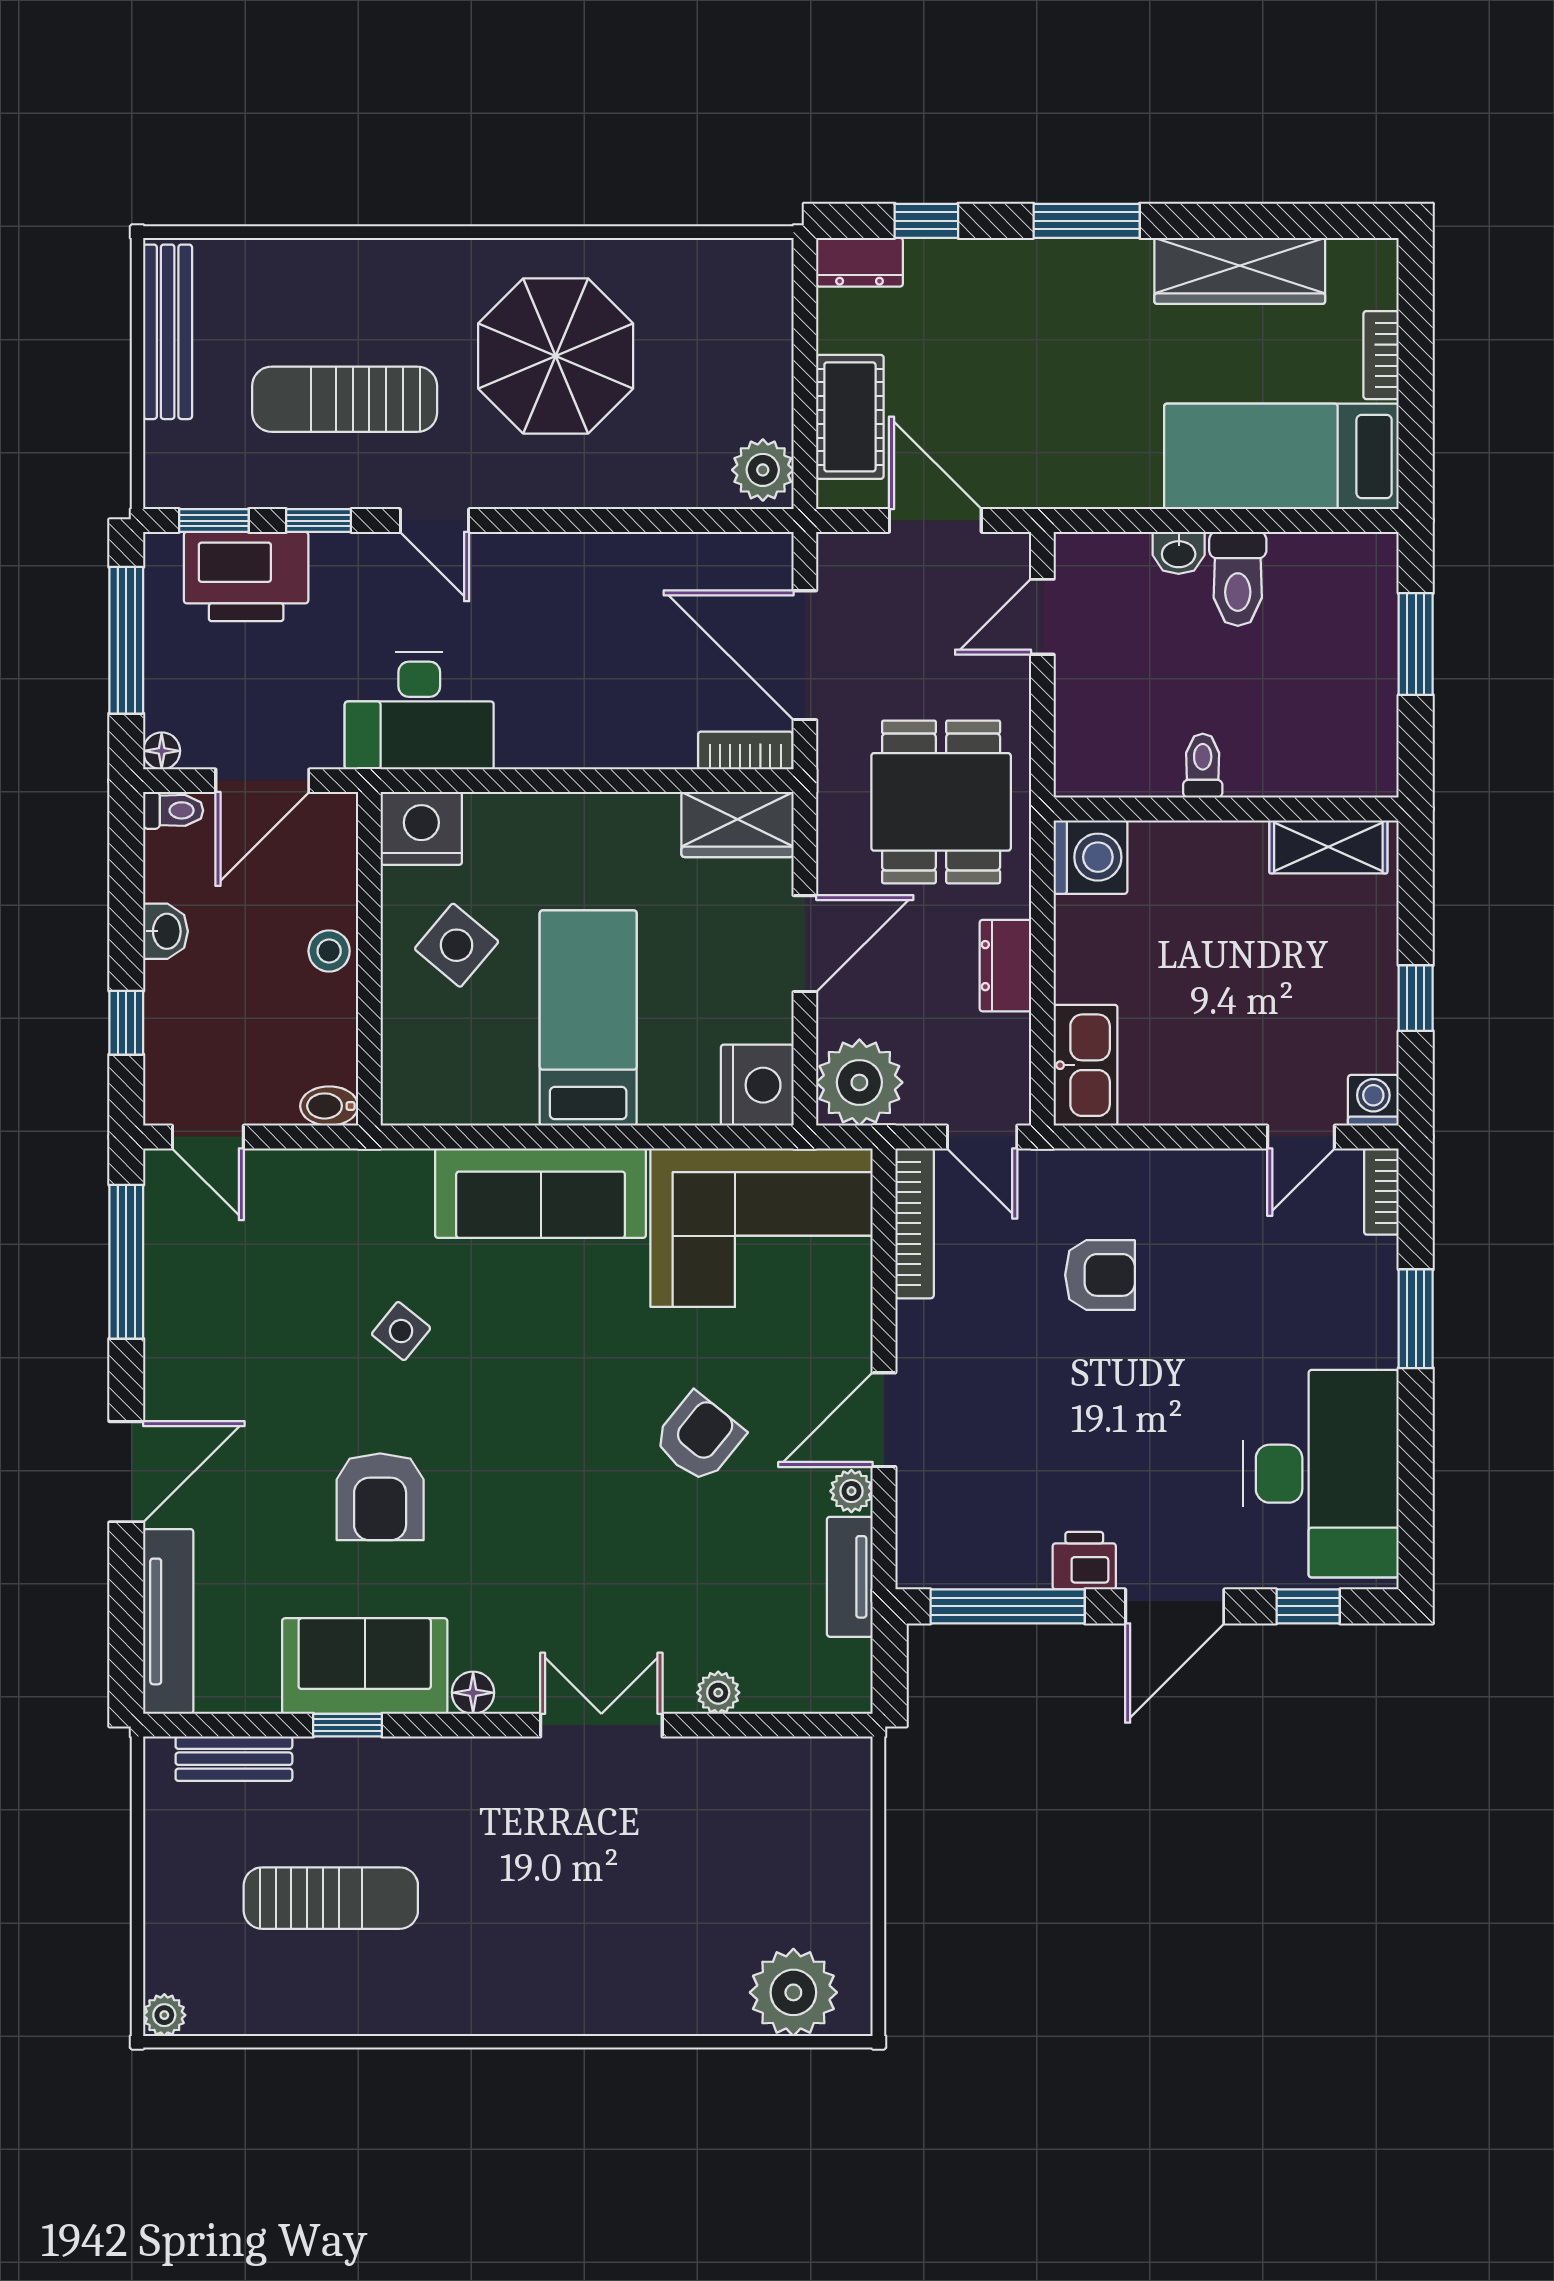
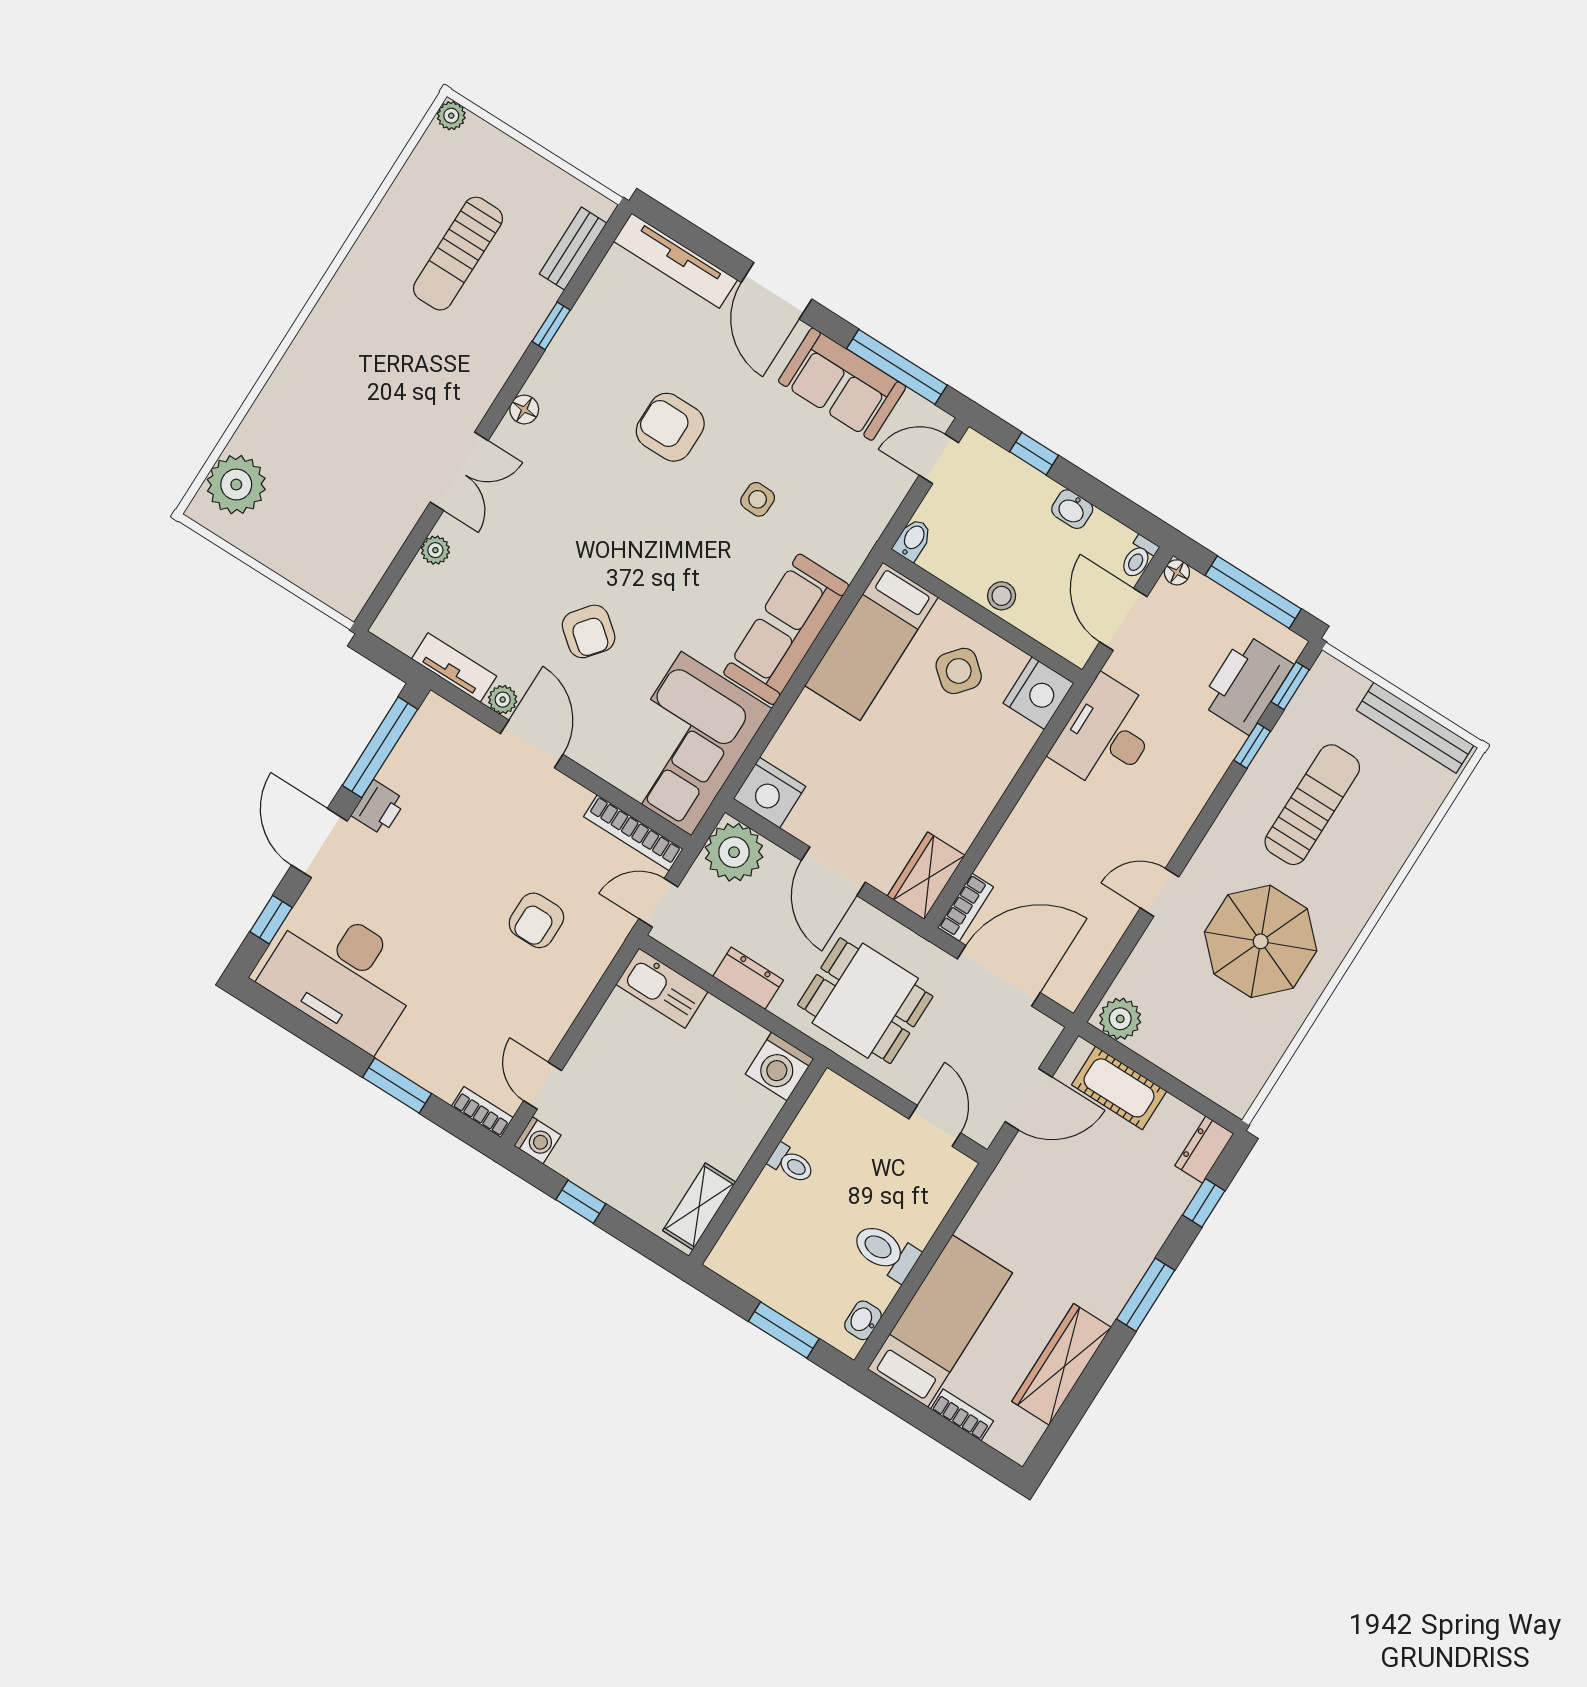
door: (435, 521) -> (1160, 892), moved
washbasin: (1179, 553) -> (863, 1320), moved
bed: (588, 1018) -> (871, 641), moved, turned 90
side table: (401, 1331) -> (758, 499), turned -37
sofa: (365, 1666) -> (842, 384), moved, turned 90

